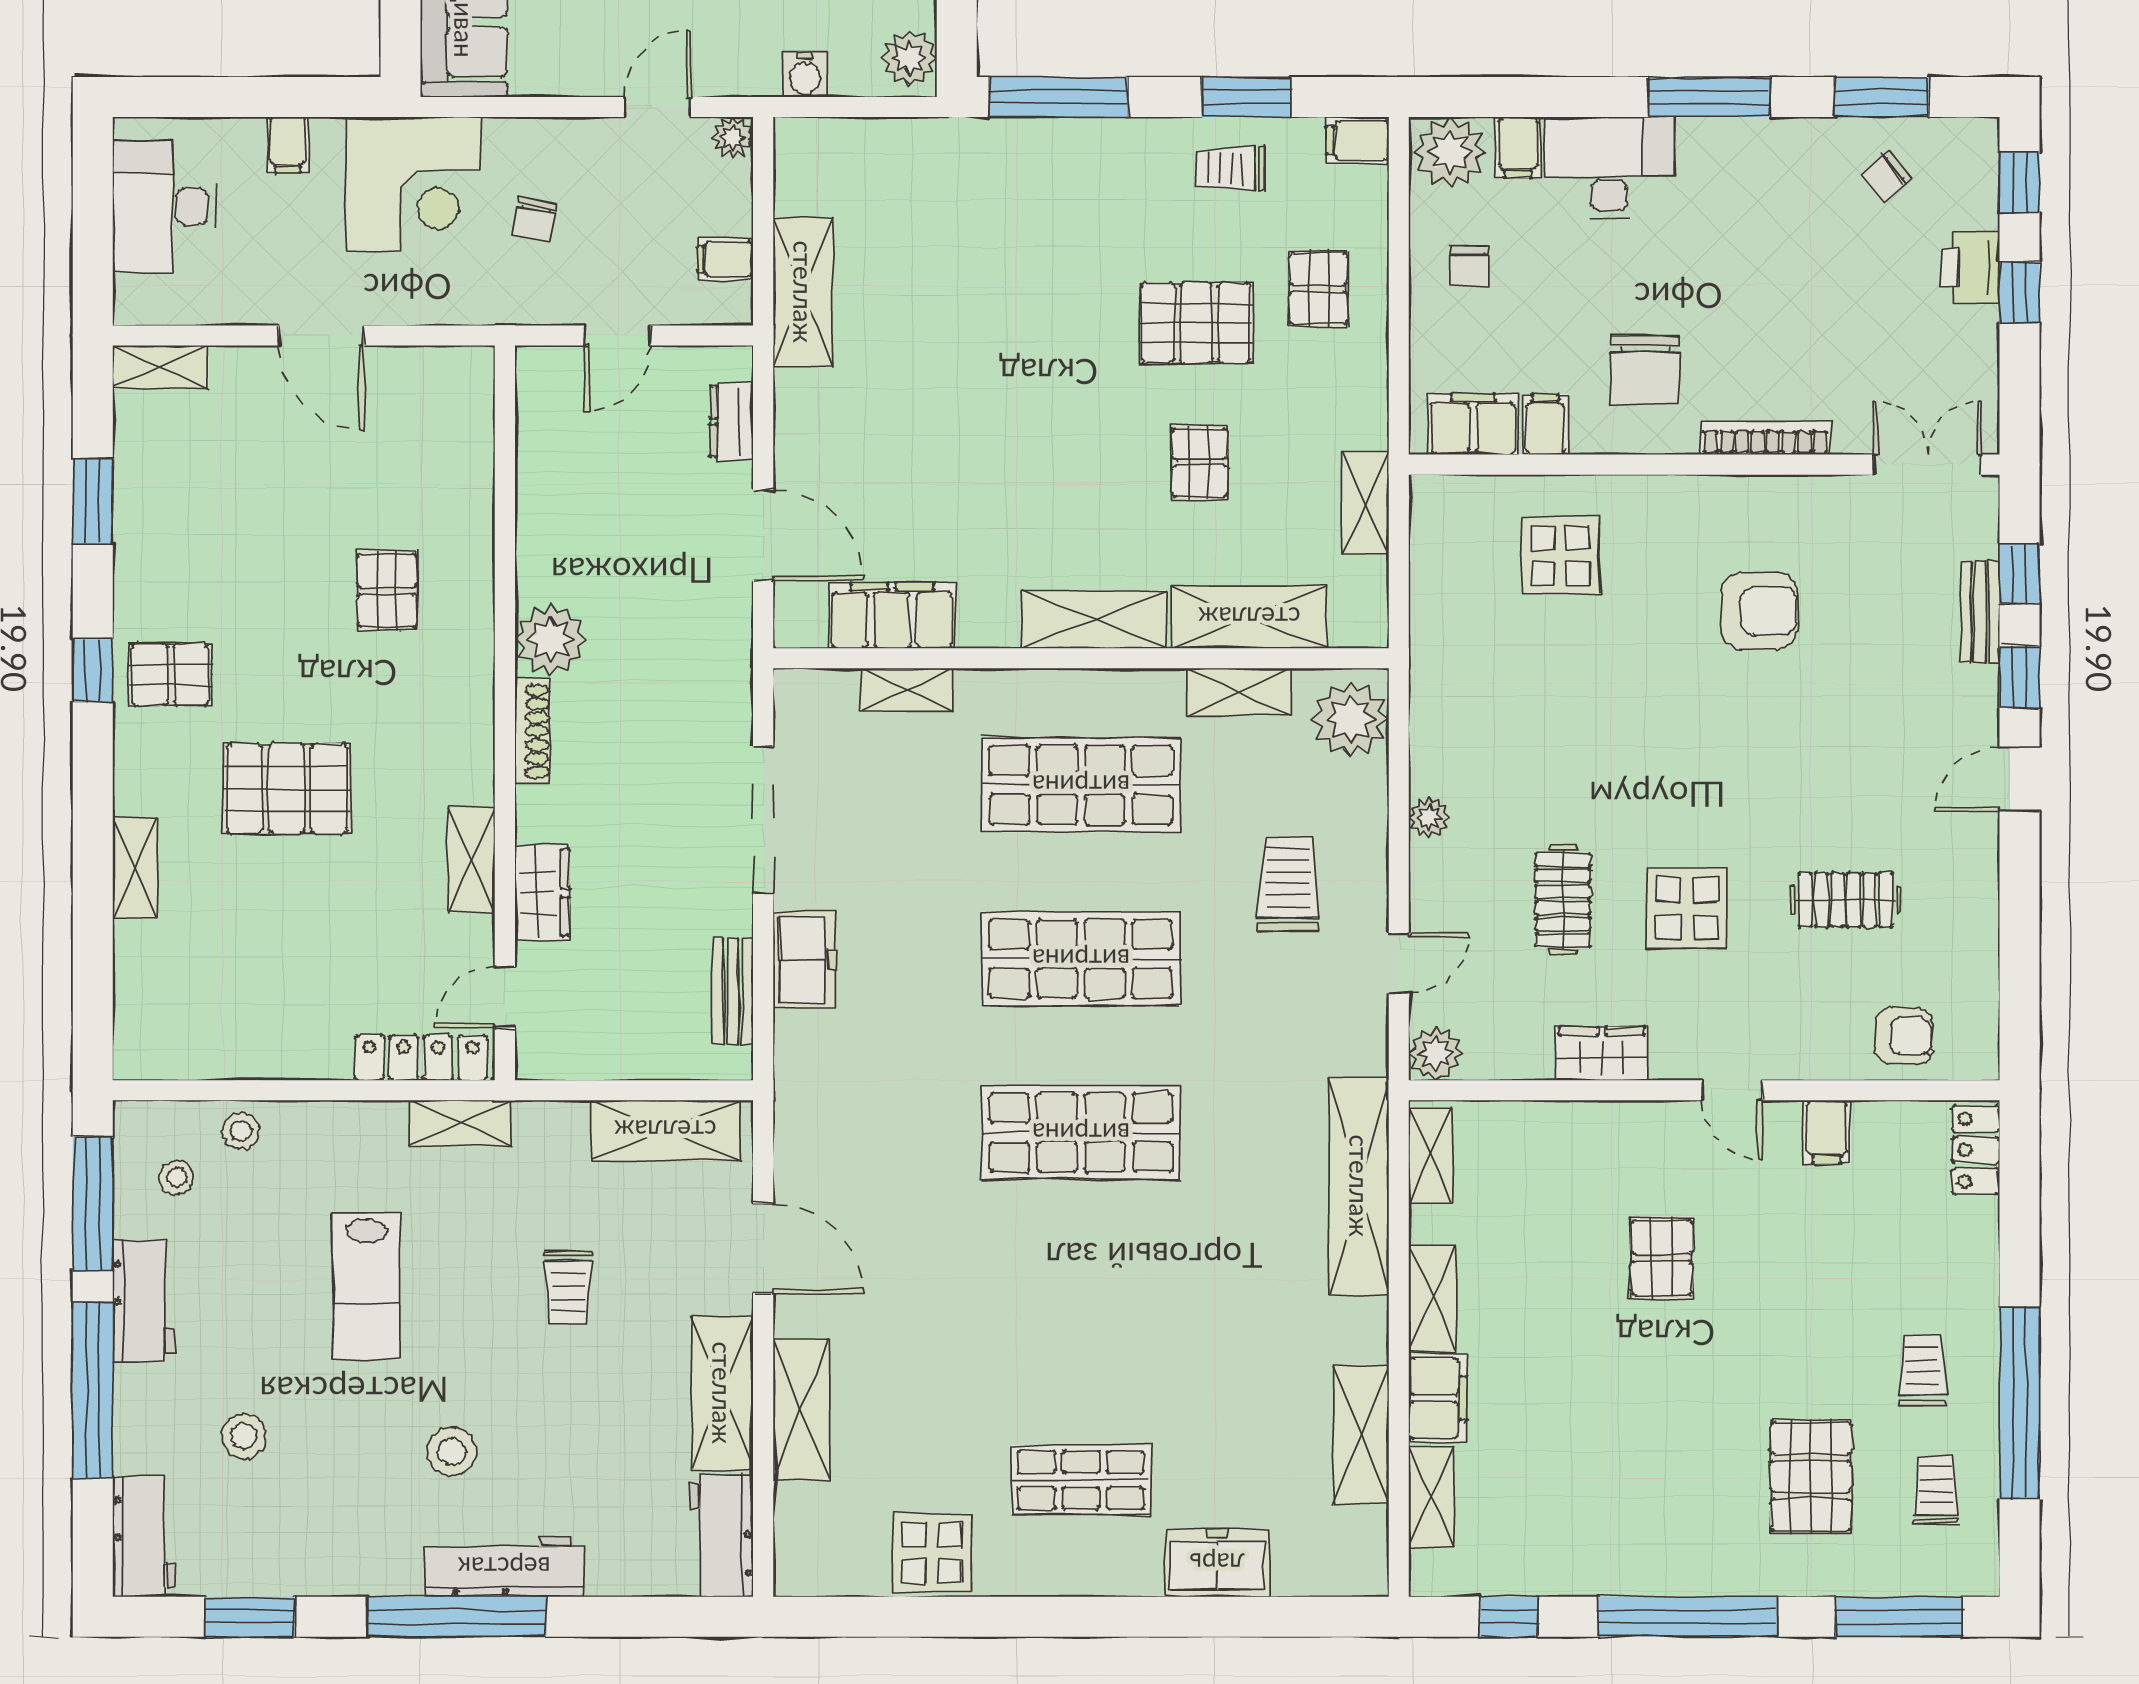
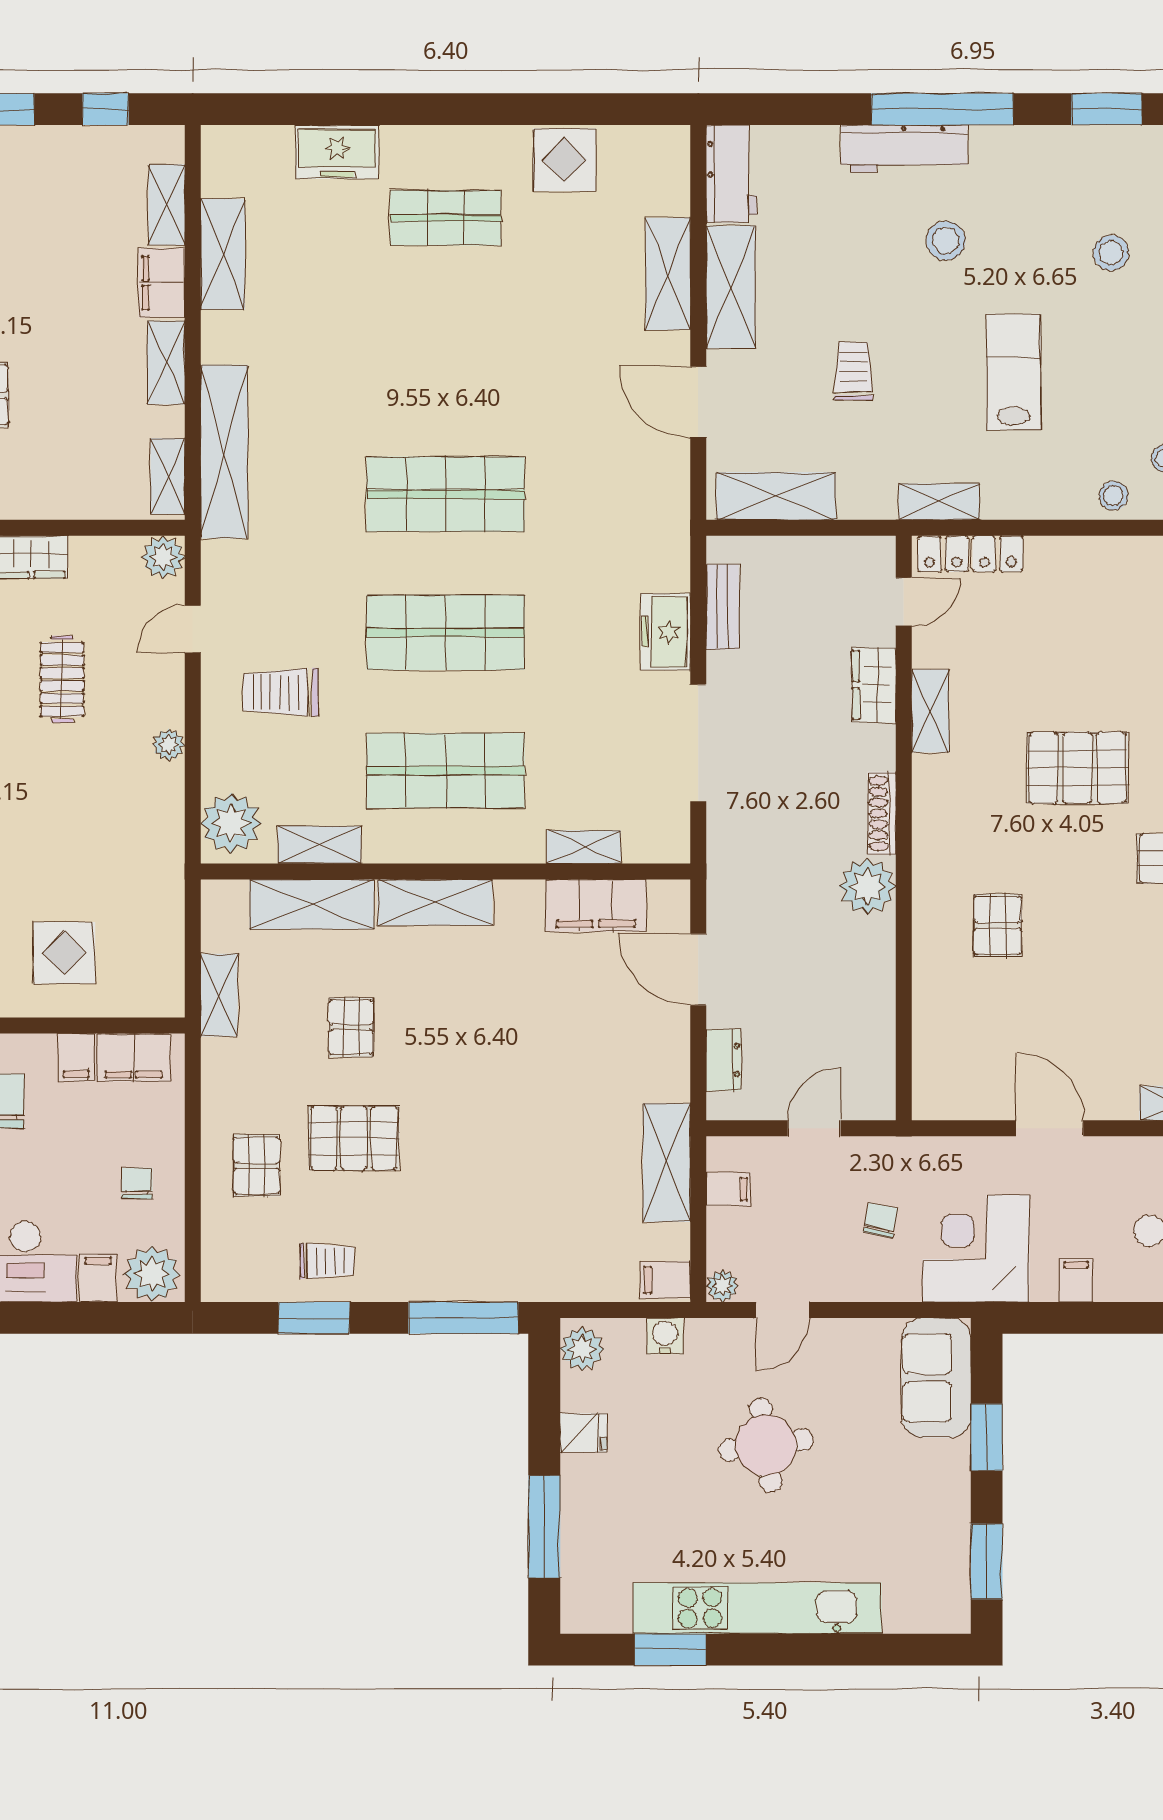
filing cabinet: (1357, 141) -> (665, 1280), moved, turned 180
trolley: (1288, 884) -> (281, 692), turned 90

